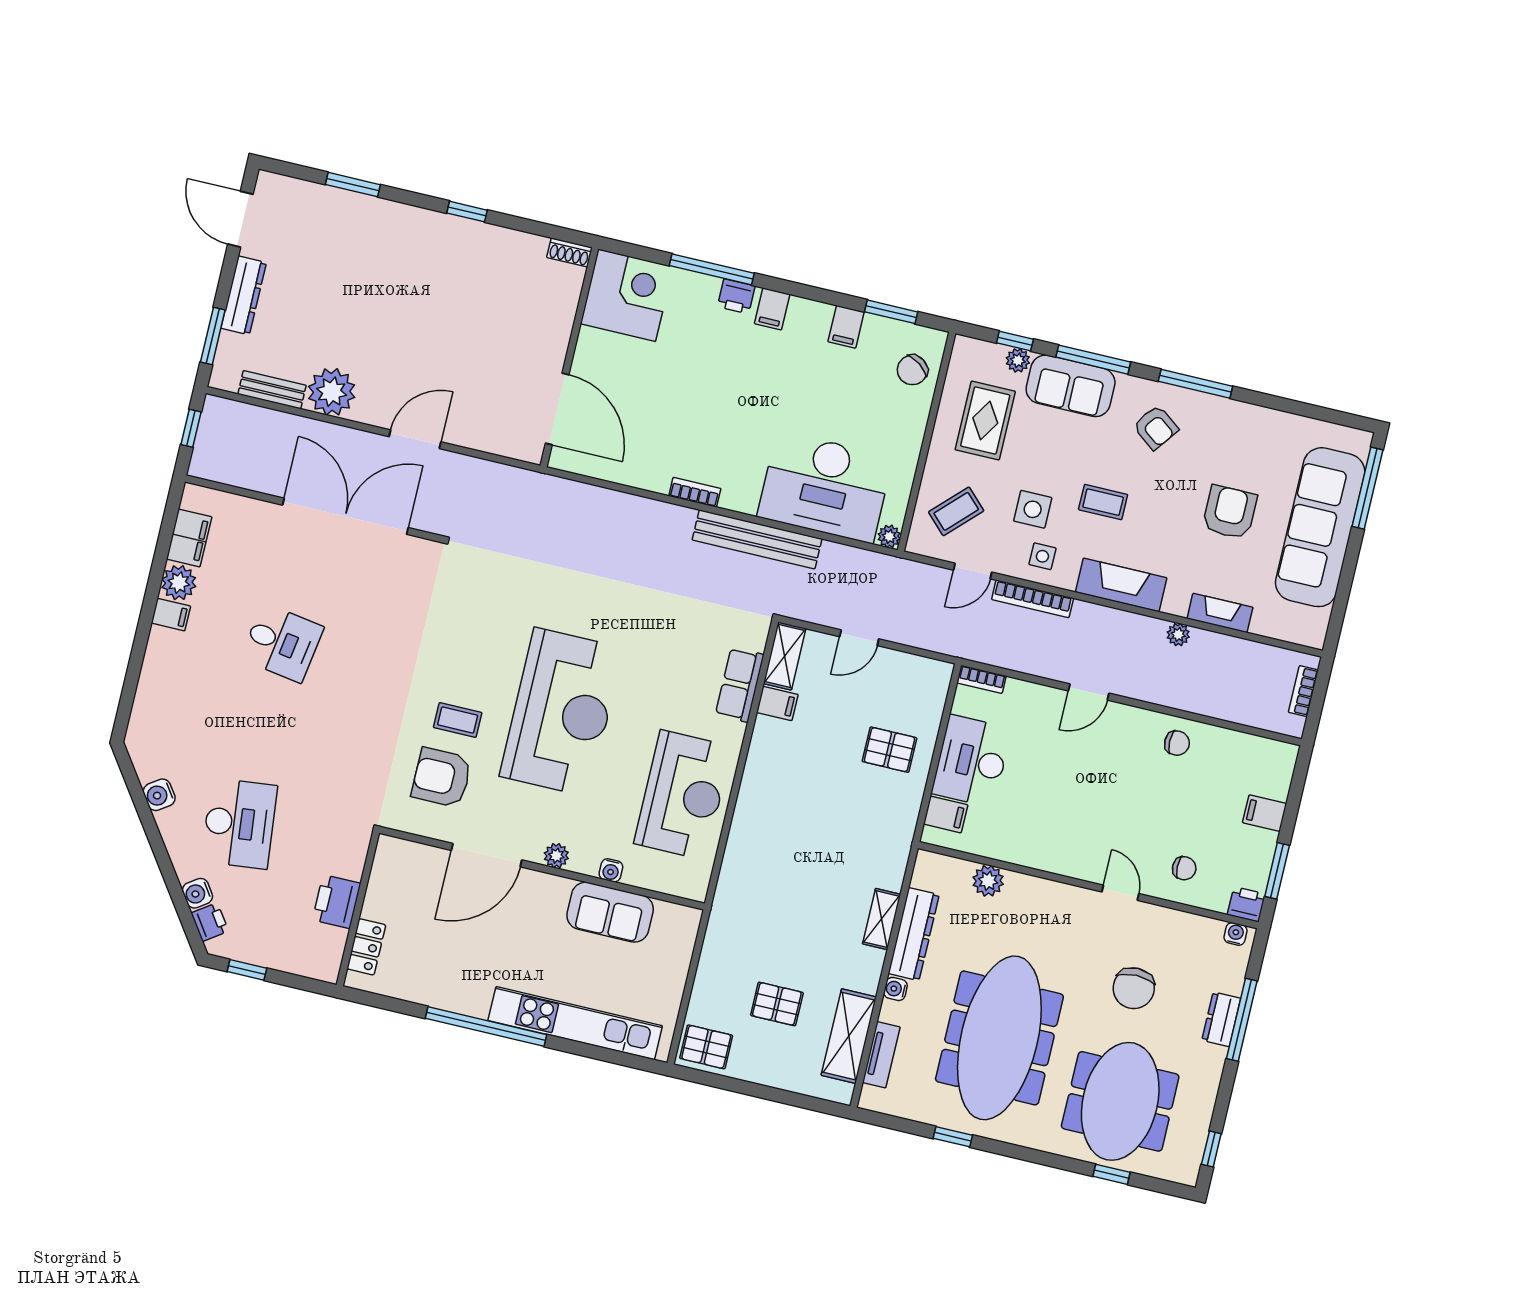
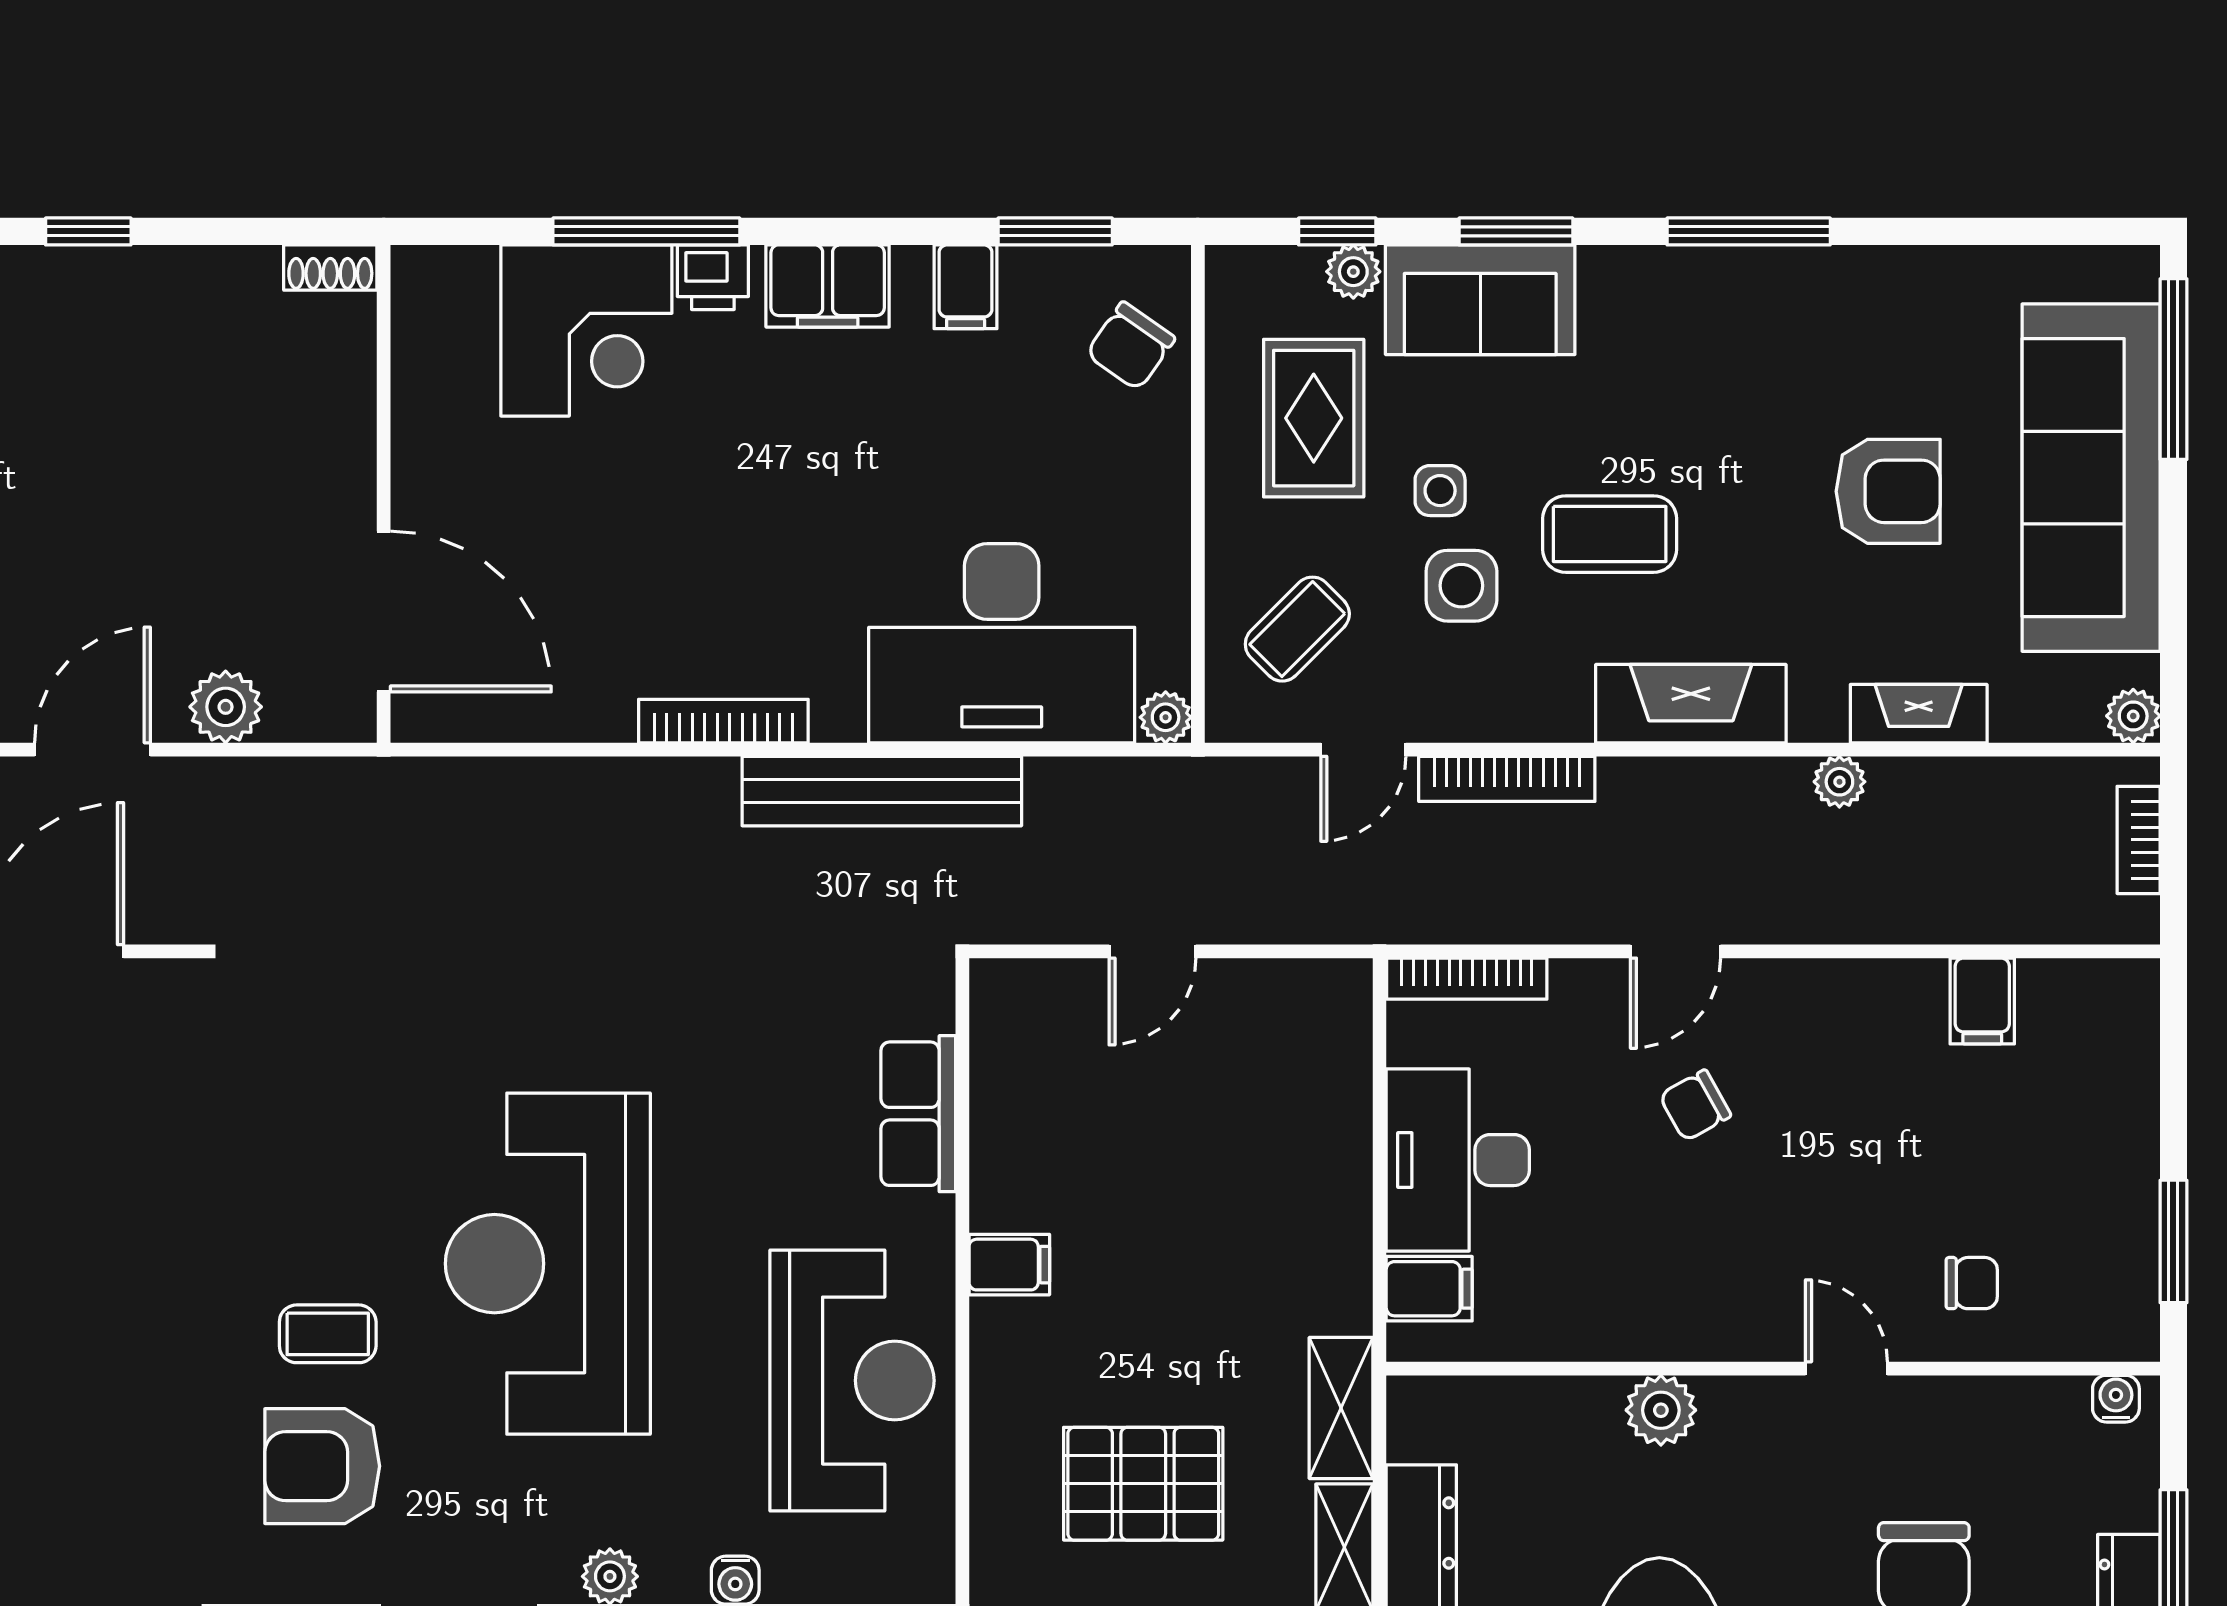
corner desk: (627, 295) -> (586, 330), moved, turned 90
filing cabinet: (772, 309) -> (828, 286), width x2.00
window: (1093, 360) -> (1516, 231), width x0.69
armchair: (1156, 427) -> (1685, 346), removed
plant: (478, 434) -> (226, 707), added
bookcase: (695, 492) -> (723, 721), width x1.56
coffee table: (1103, 502) -> (1610, 534), width x1.36, depth x1.30
armchair: (1230, 512) -> (1888, 491), turned 90
side table: (1042, 556) -> (1440, 491), moved
plant: (1314, 636) -> (2133, 716), added
shelving: (785, 656) -> (1341, 1408), moved
bookcase: (982, 679) -> (1467, 979), width x1.56
filing cabinet: (777, 703) -> (1009, 1265), moved
reception desk: (562, 712) -> (548, 1264), turned 180
chair: (1177, 743) -> (1695, 1105), moved, turned 151
pallet: (889, 750) -> (1143, 1484), moved, width x1.50, depth x1.42
filing cabinet: (1265, 813) -> (1982, 1001), moved, turned -90
plant: (988, 881) -> (1661, 1410), moved
printer: (1246, 904) -> (2124, 1329), removed

